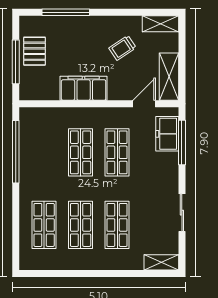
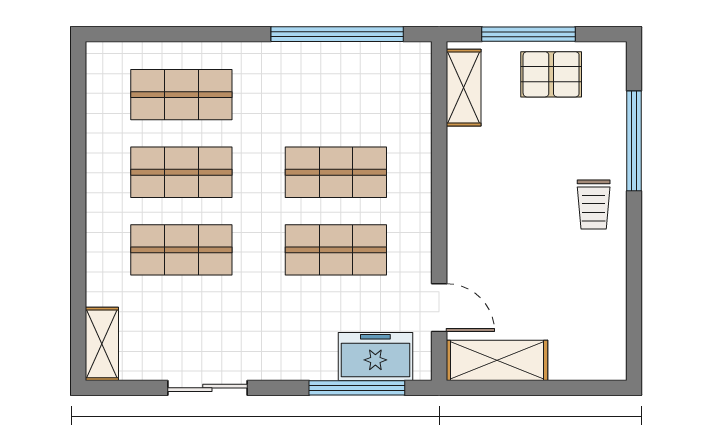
shelving: (160, 24) -> (464, 88), moved
trolley: (122, 48) -> (594, 205), moved, turned -146
filing cabinet: (84, 88) -> (472, 179), removed

